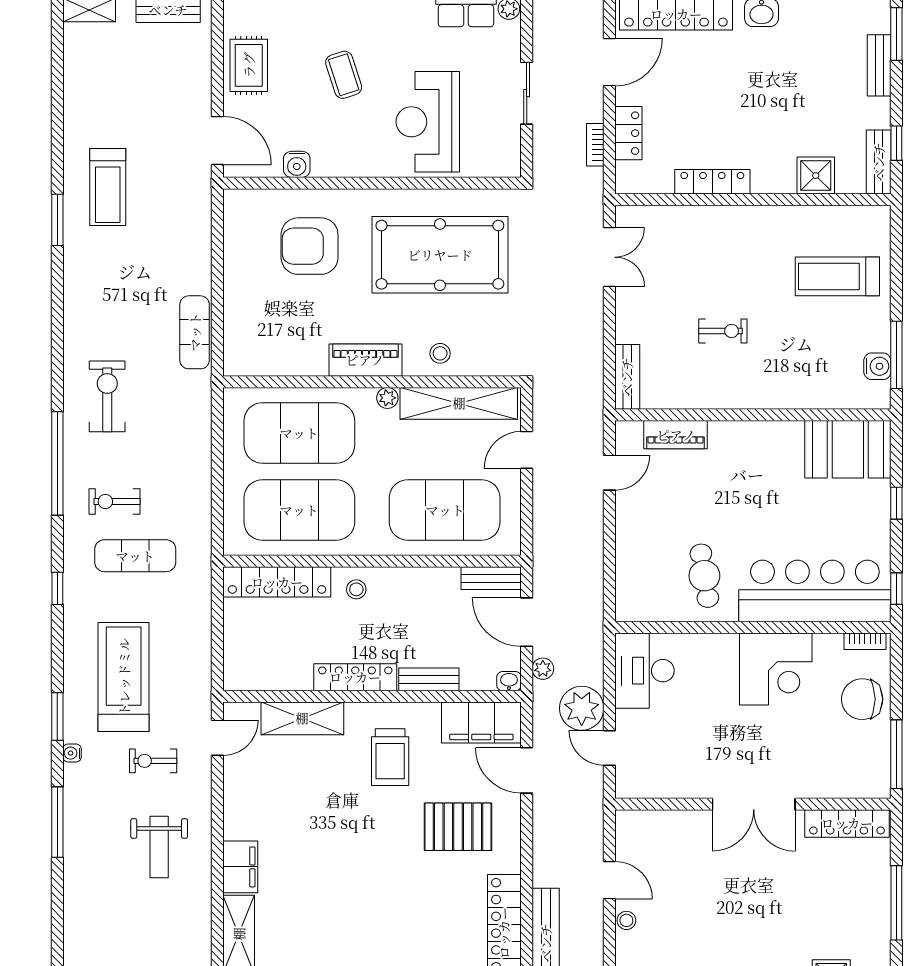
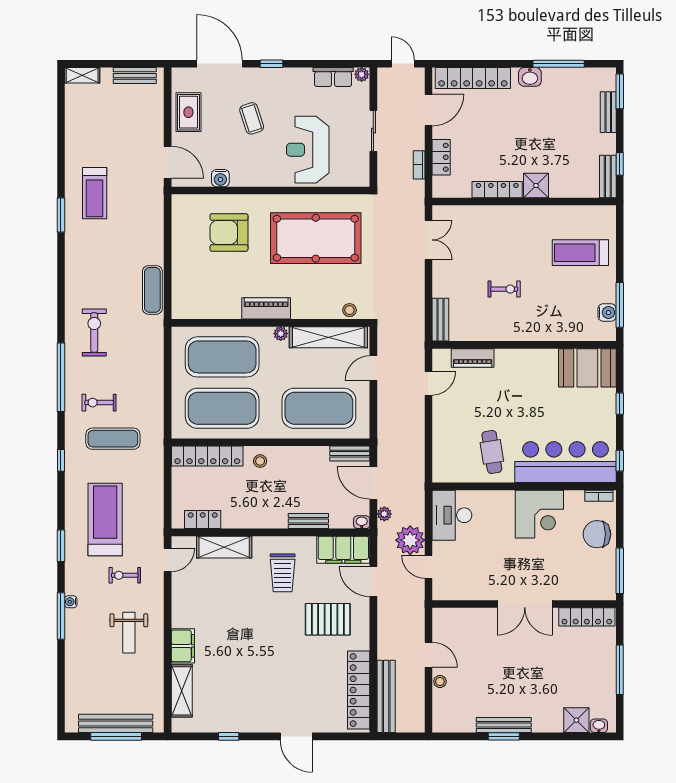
shower: (816, 176) -> (536, 186), moved
stool: (440, 353) -> (349, 310), moved
locker: (355, 677) -> (203, 520), moved, width x0.66
water cooler: (72, 753) -> (71, 602), moved

